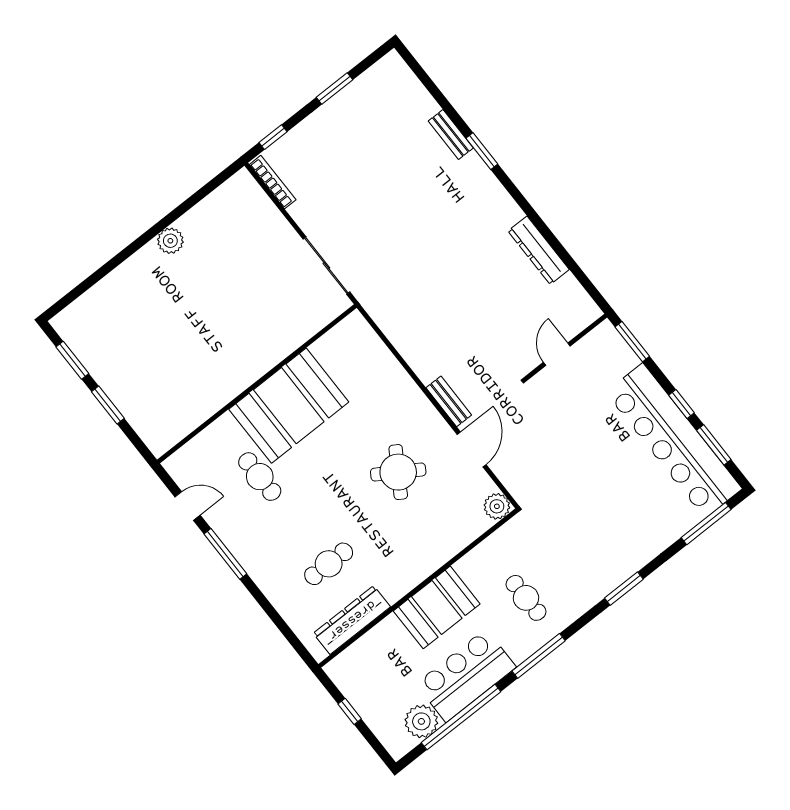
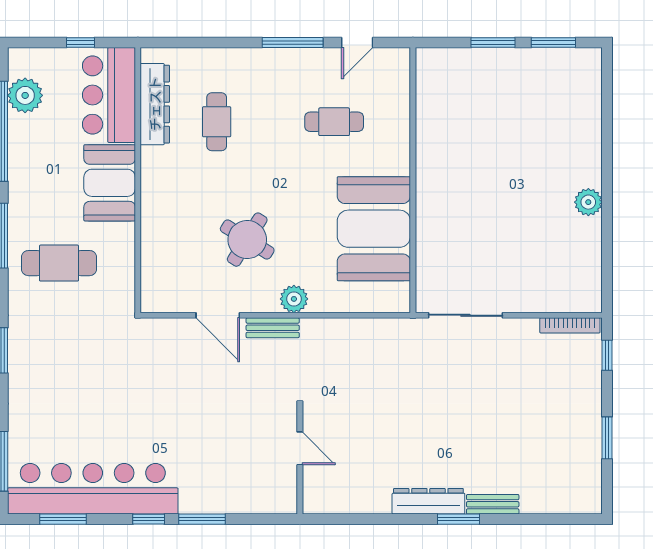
dresser: (539, 250) -> (428, 501), moved
wall: (566, 347) -> (300, 460), moved
door: (557, 354) -> (300, 448), moved
window: (682, 404) -> (149, 519), moved
booth: (289, 406) -> (374, 229), moved
plant: (497, 506) -> (294, 299), moved
cafe table: (526, 598) -> (59, 263), width x1.37, depth x1.35
bar counter: (466, 676) -> (109, 95), moved, turned 180

